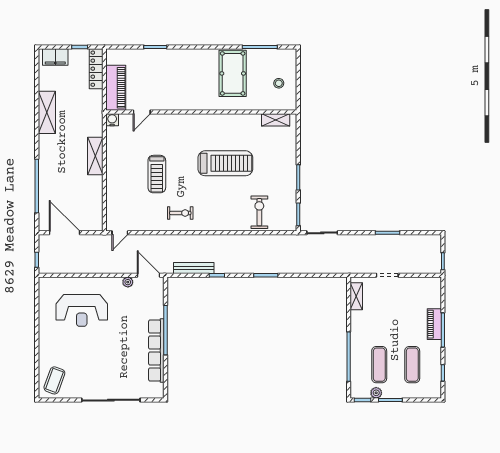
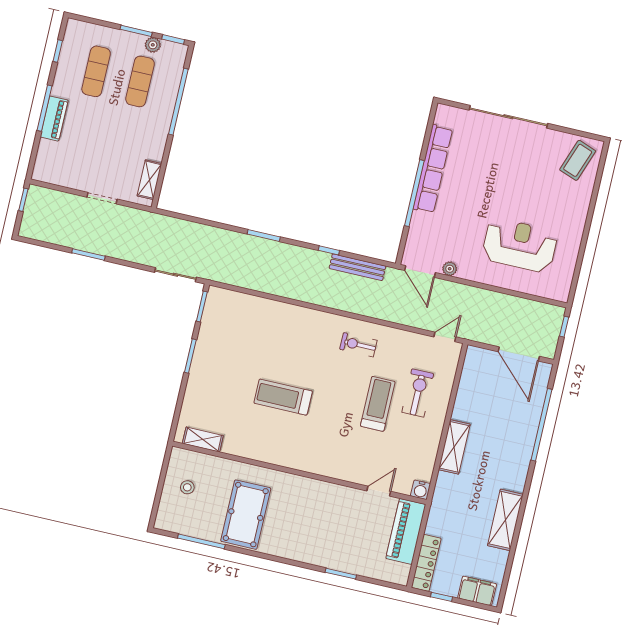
treadmill: (225, 163) -> (283, 397), width x0.73, depth x0.73
exercise bike: (259, 212) -> (418, 393), moved, turned 180

